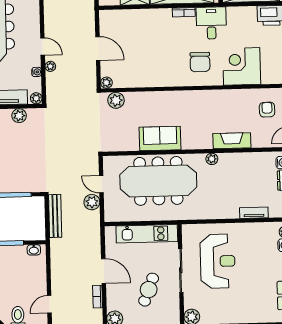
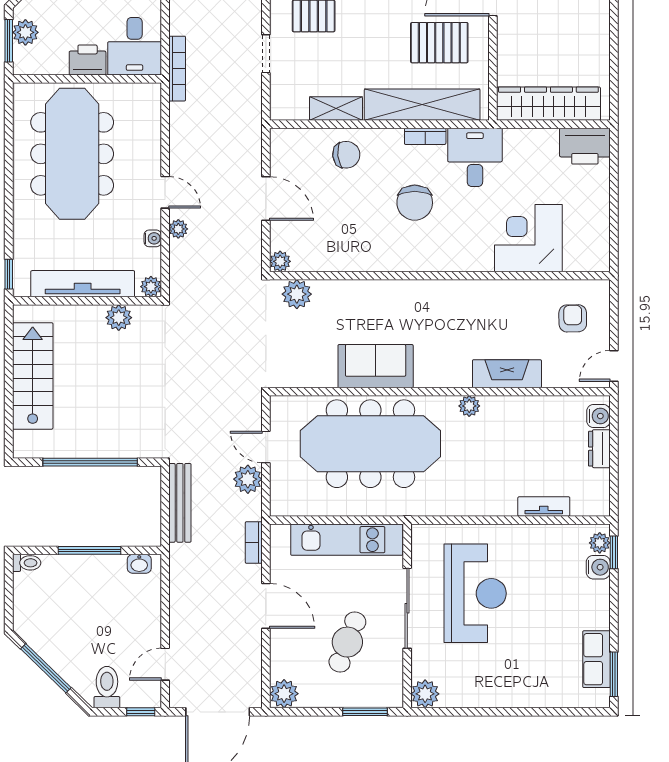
chair: (141, 23) -> (346, 155), added
chair: (200, 62) -> (415, 203), moved
bookcase: (98, 297) -> (254, 542), moved

